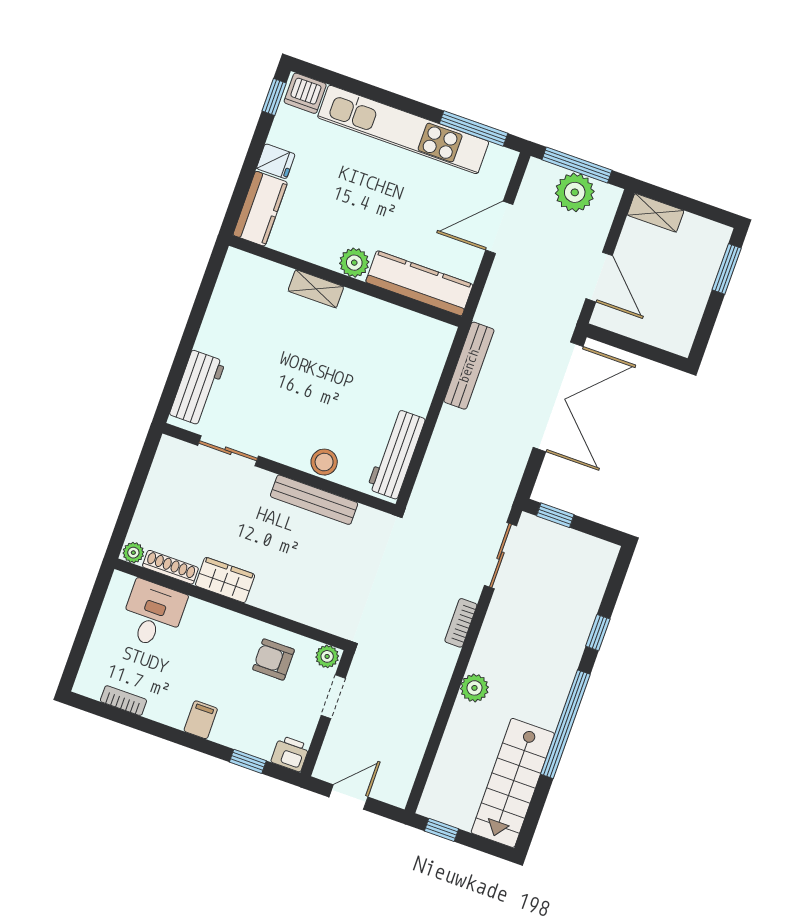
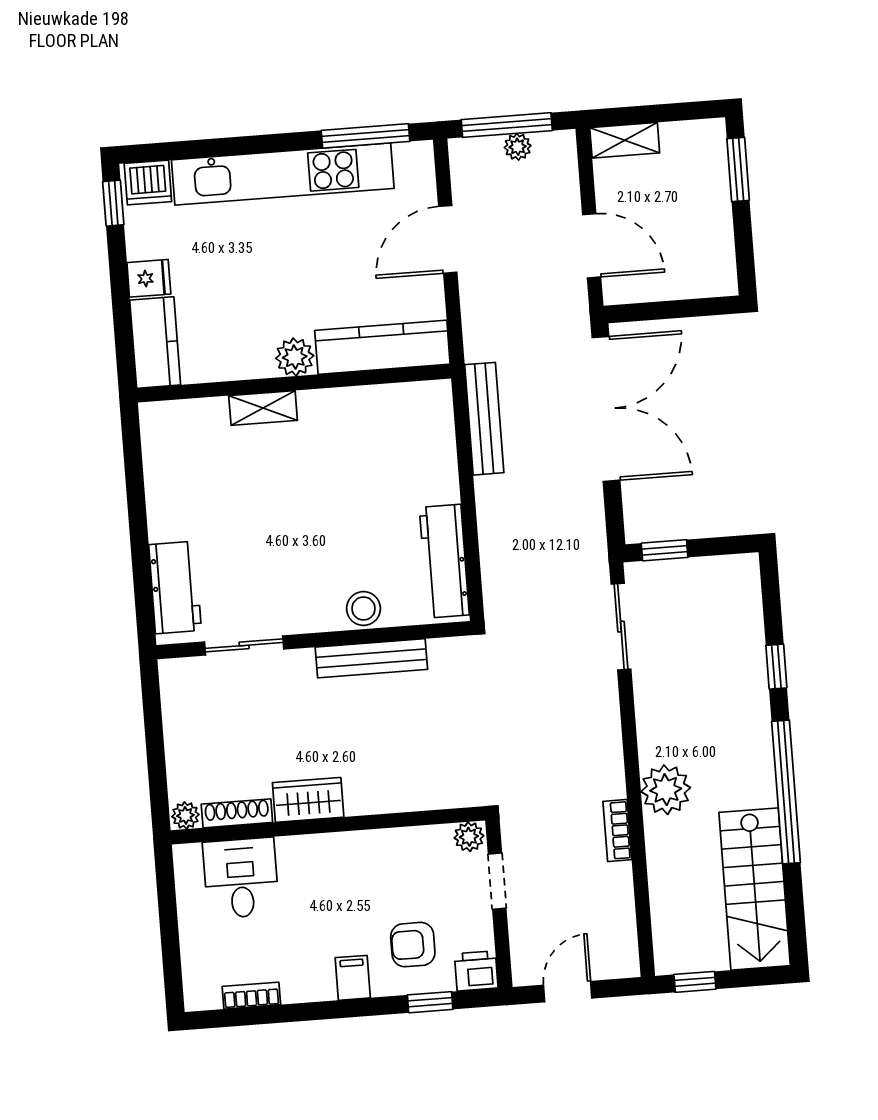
plant: (575, 192) -> (518, 147), width x0.53, depth x0.53
bookcase: (461, 623) -> (617, 830), moved
armchair: (273, 659) -> (413, 945), moved
plant: (474, 688) -> (666, 790), width x1.36, depth x1.36

